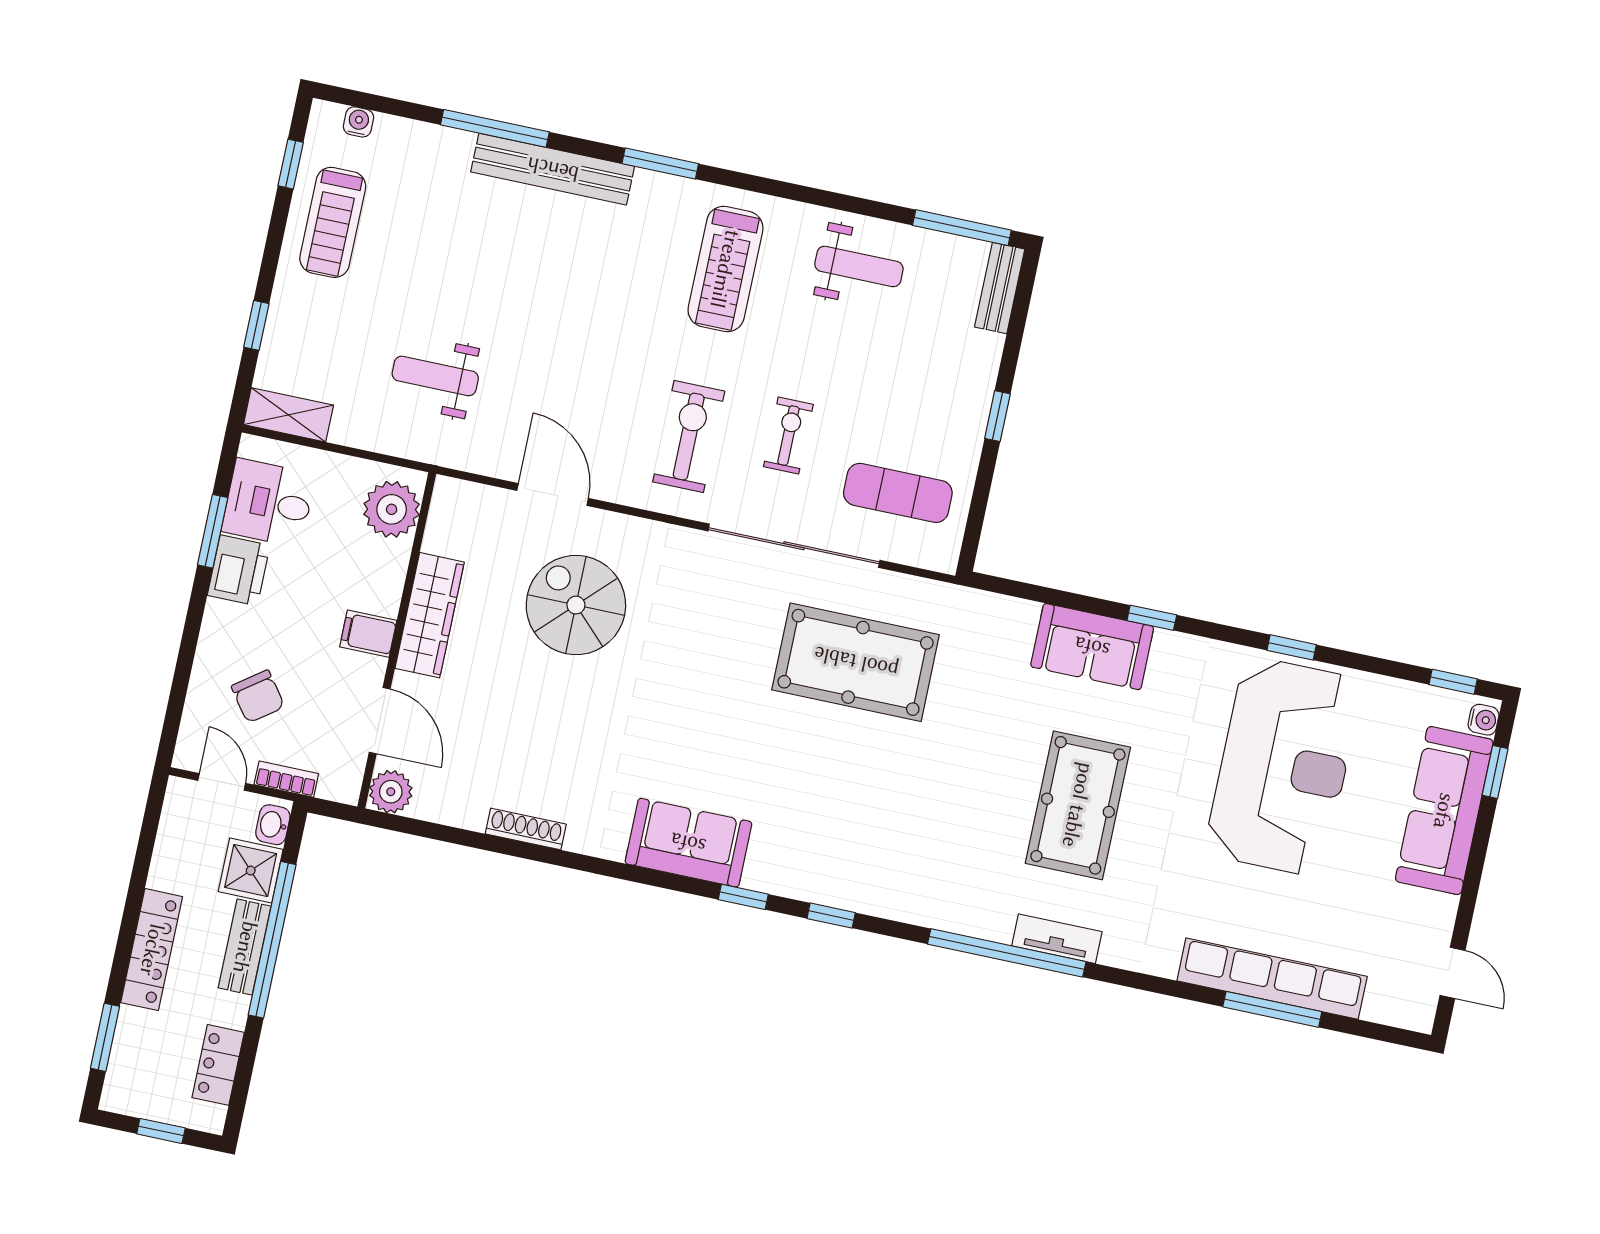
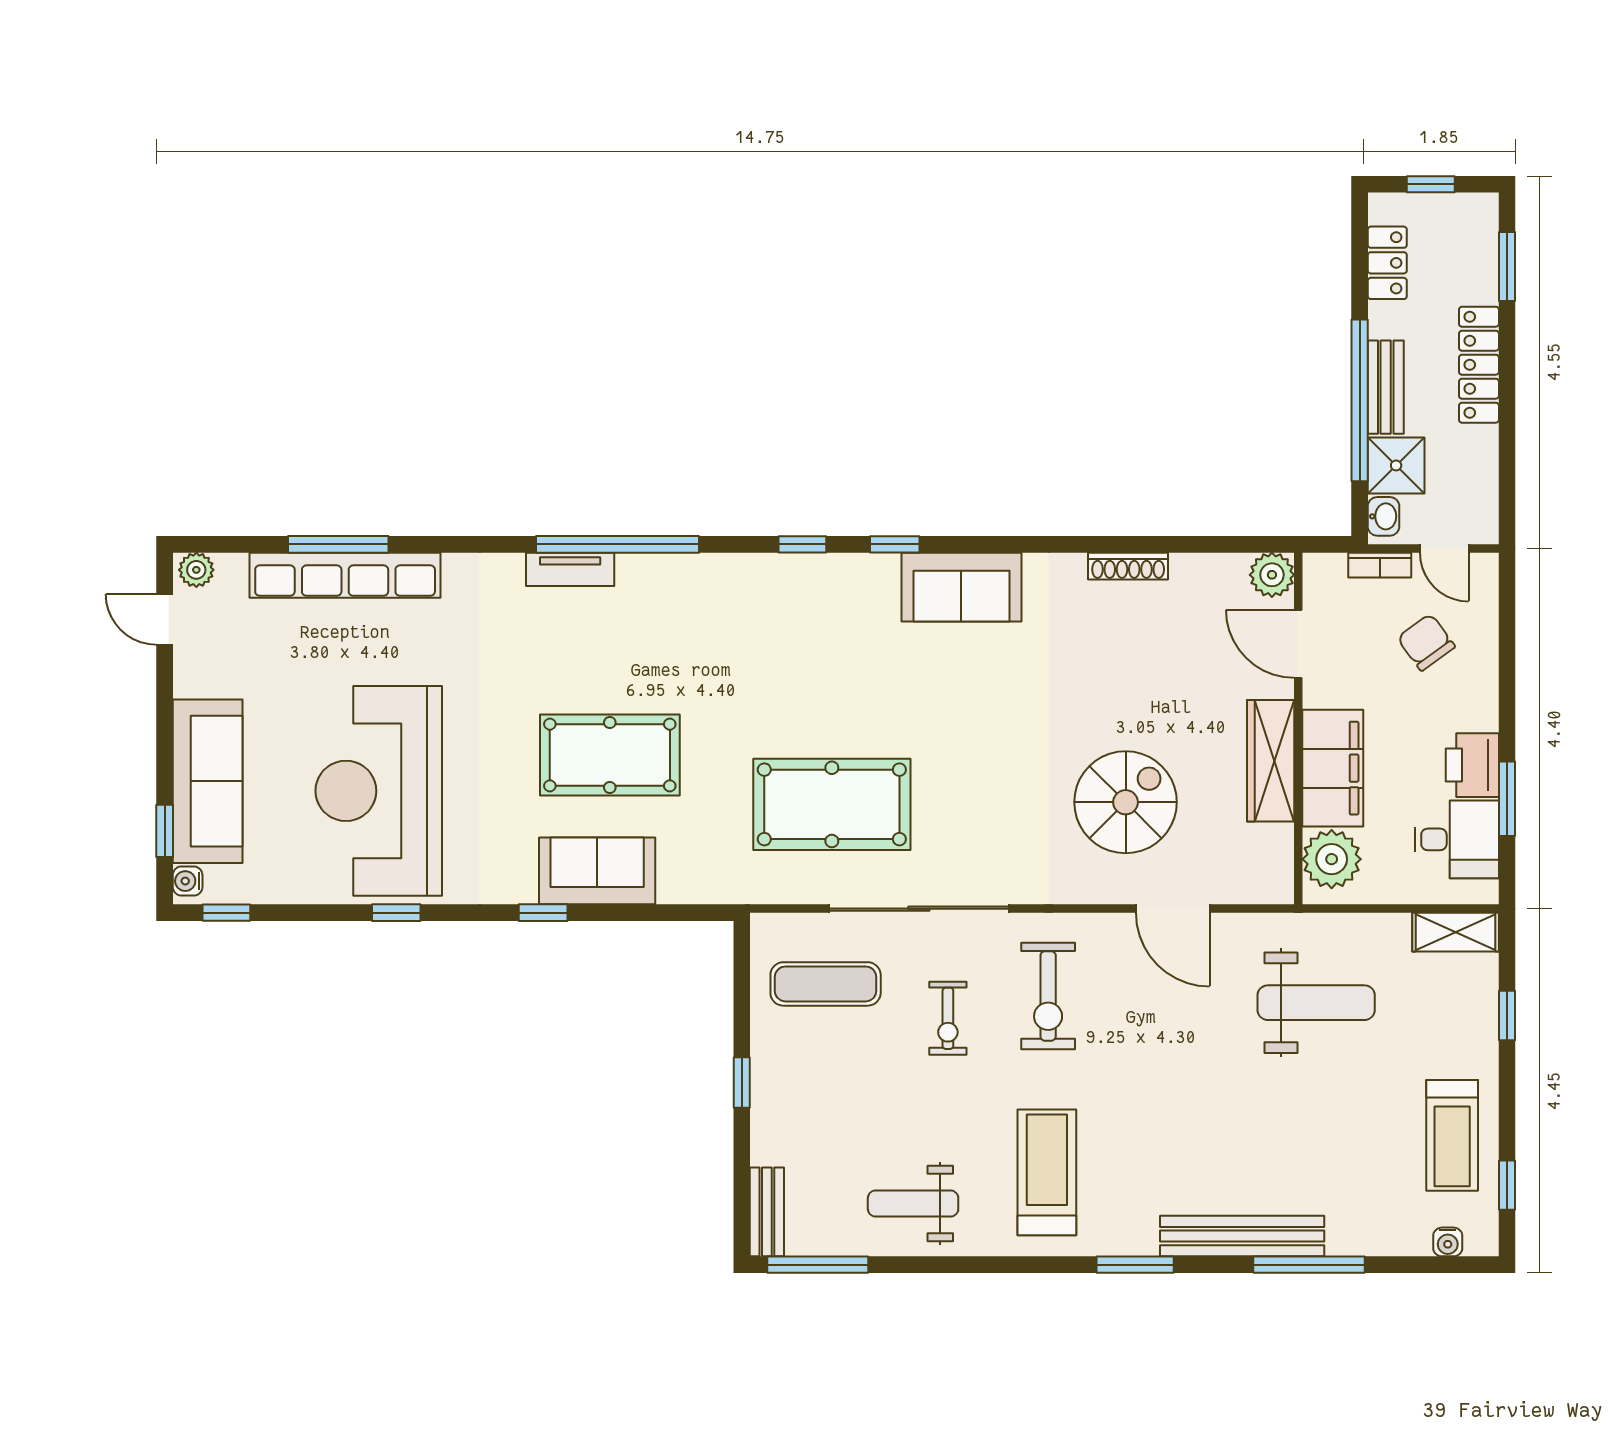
treadmill: (333, 222) -> (1452, 1135), turned 180
weight bench: (435, 376) -> (1316, 1003), width x1.36, depth x1.33
spiral stairs: (576, 605) -> (1126, 802), turned -90
filing cabinet: (368, 634) -> (1333, 768), width x3.00, depth x1.17
pool table: (1078, 805) -> (610, 755), moved, turned 90
plant: (1412, 1014) -> (196, 570), added

